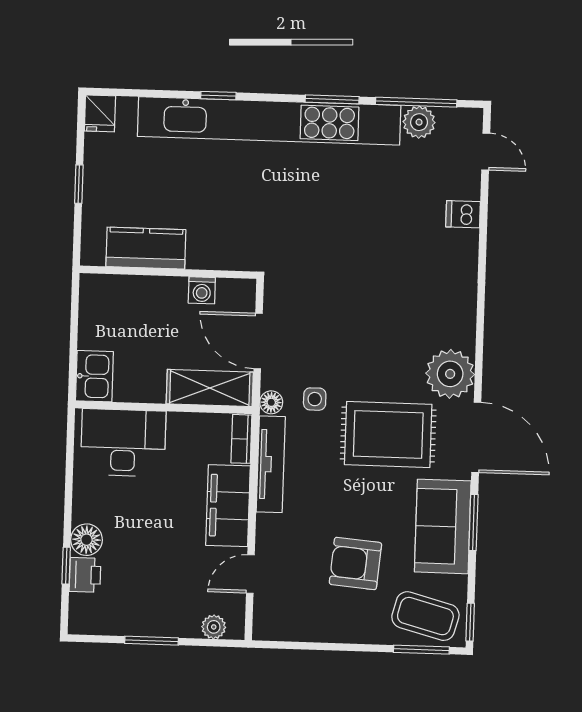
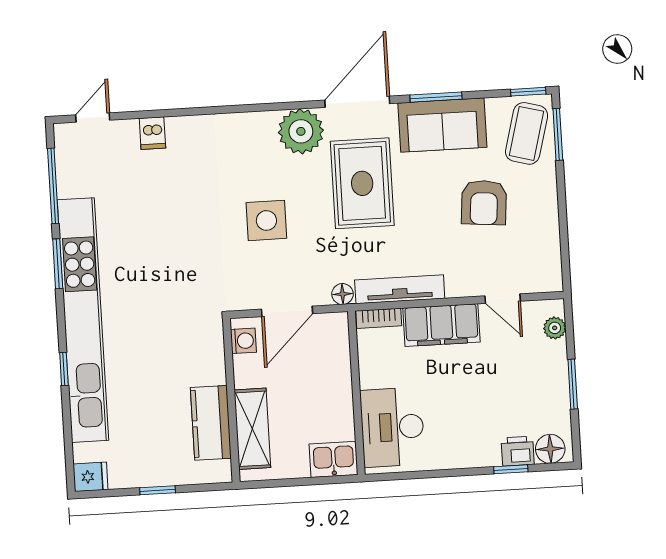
plant: (419, 122) -> (71, 182), removed
washing machine: (202, 290) -> (243, 341), moved
shelving: (210, 388) -> (252, 429), moved
side table: (315, 399) -> (266, 220), moved, width x1.87, depth x1.87
floor lamp: (87, 540) -> (550, 449), moved

